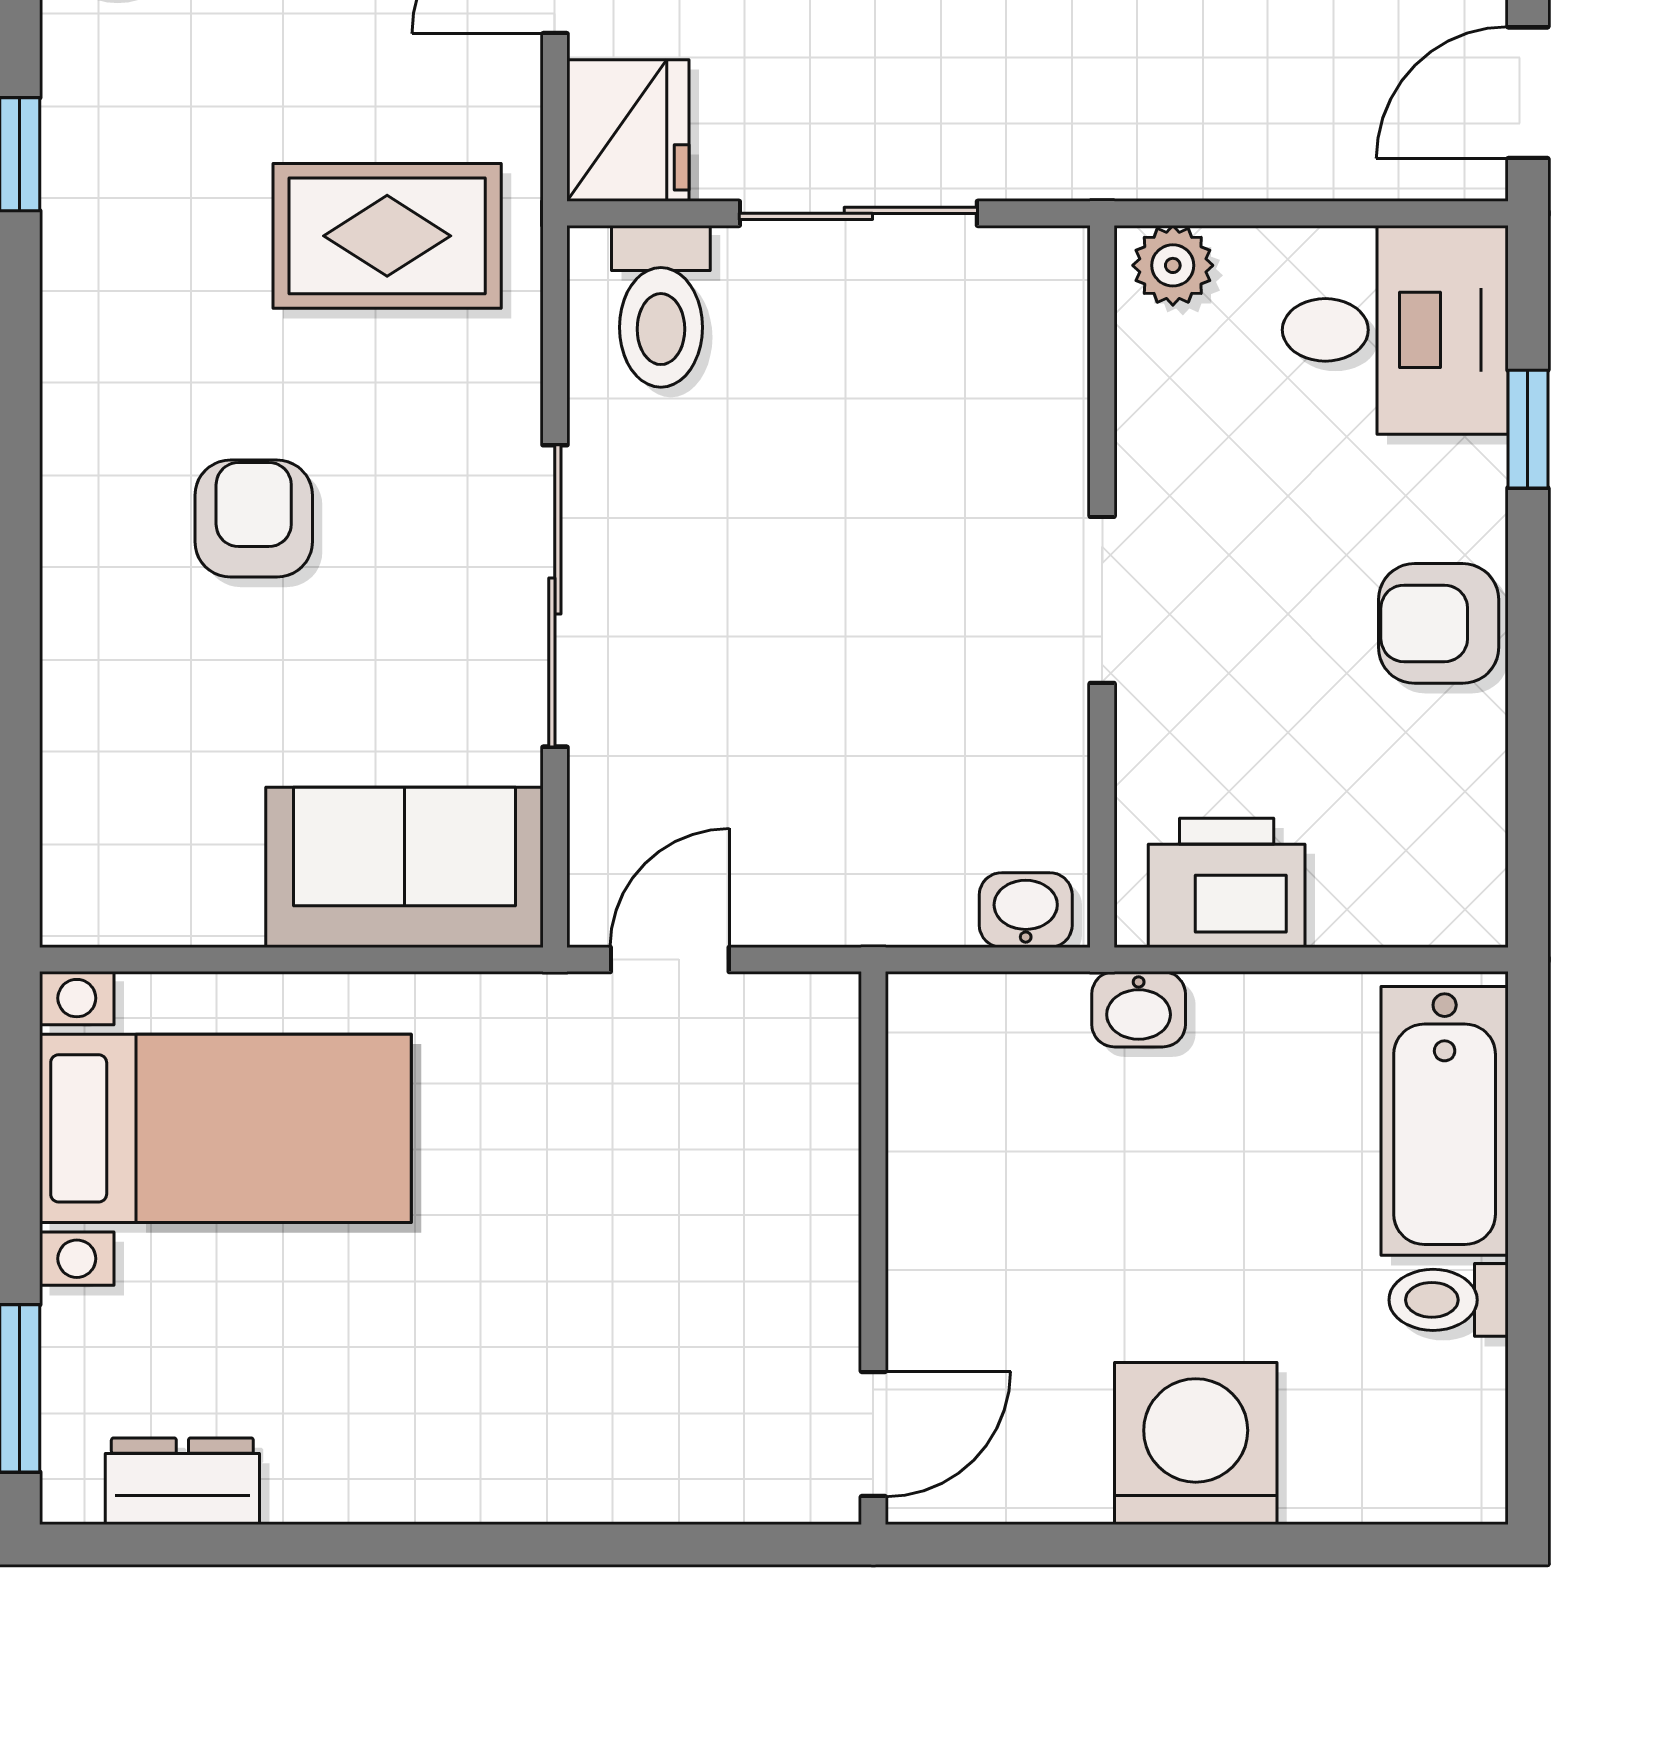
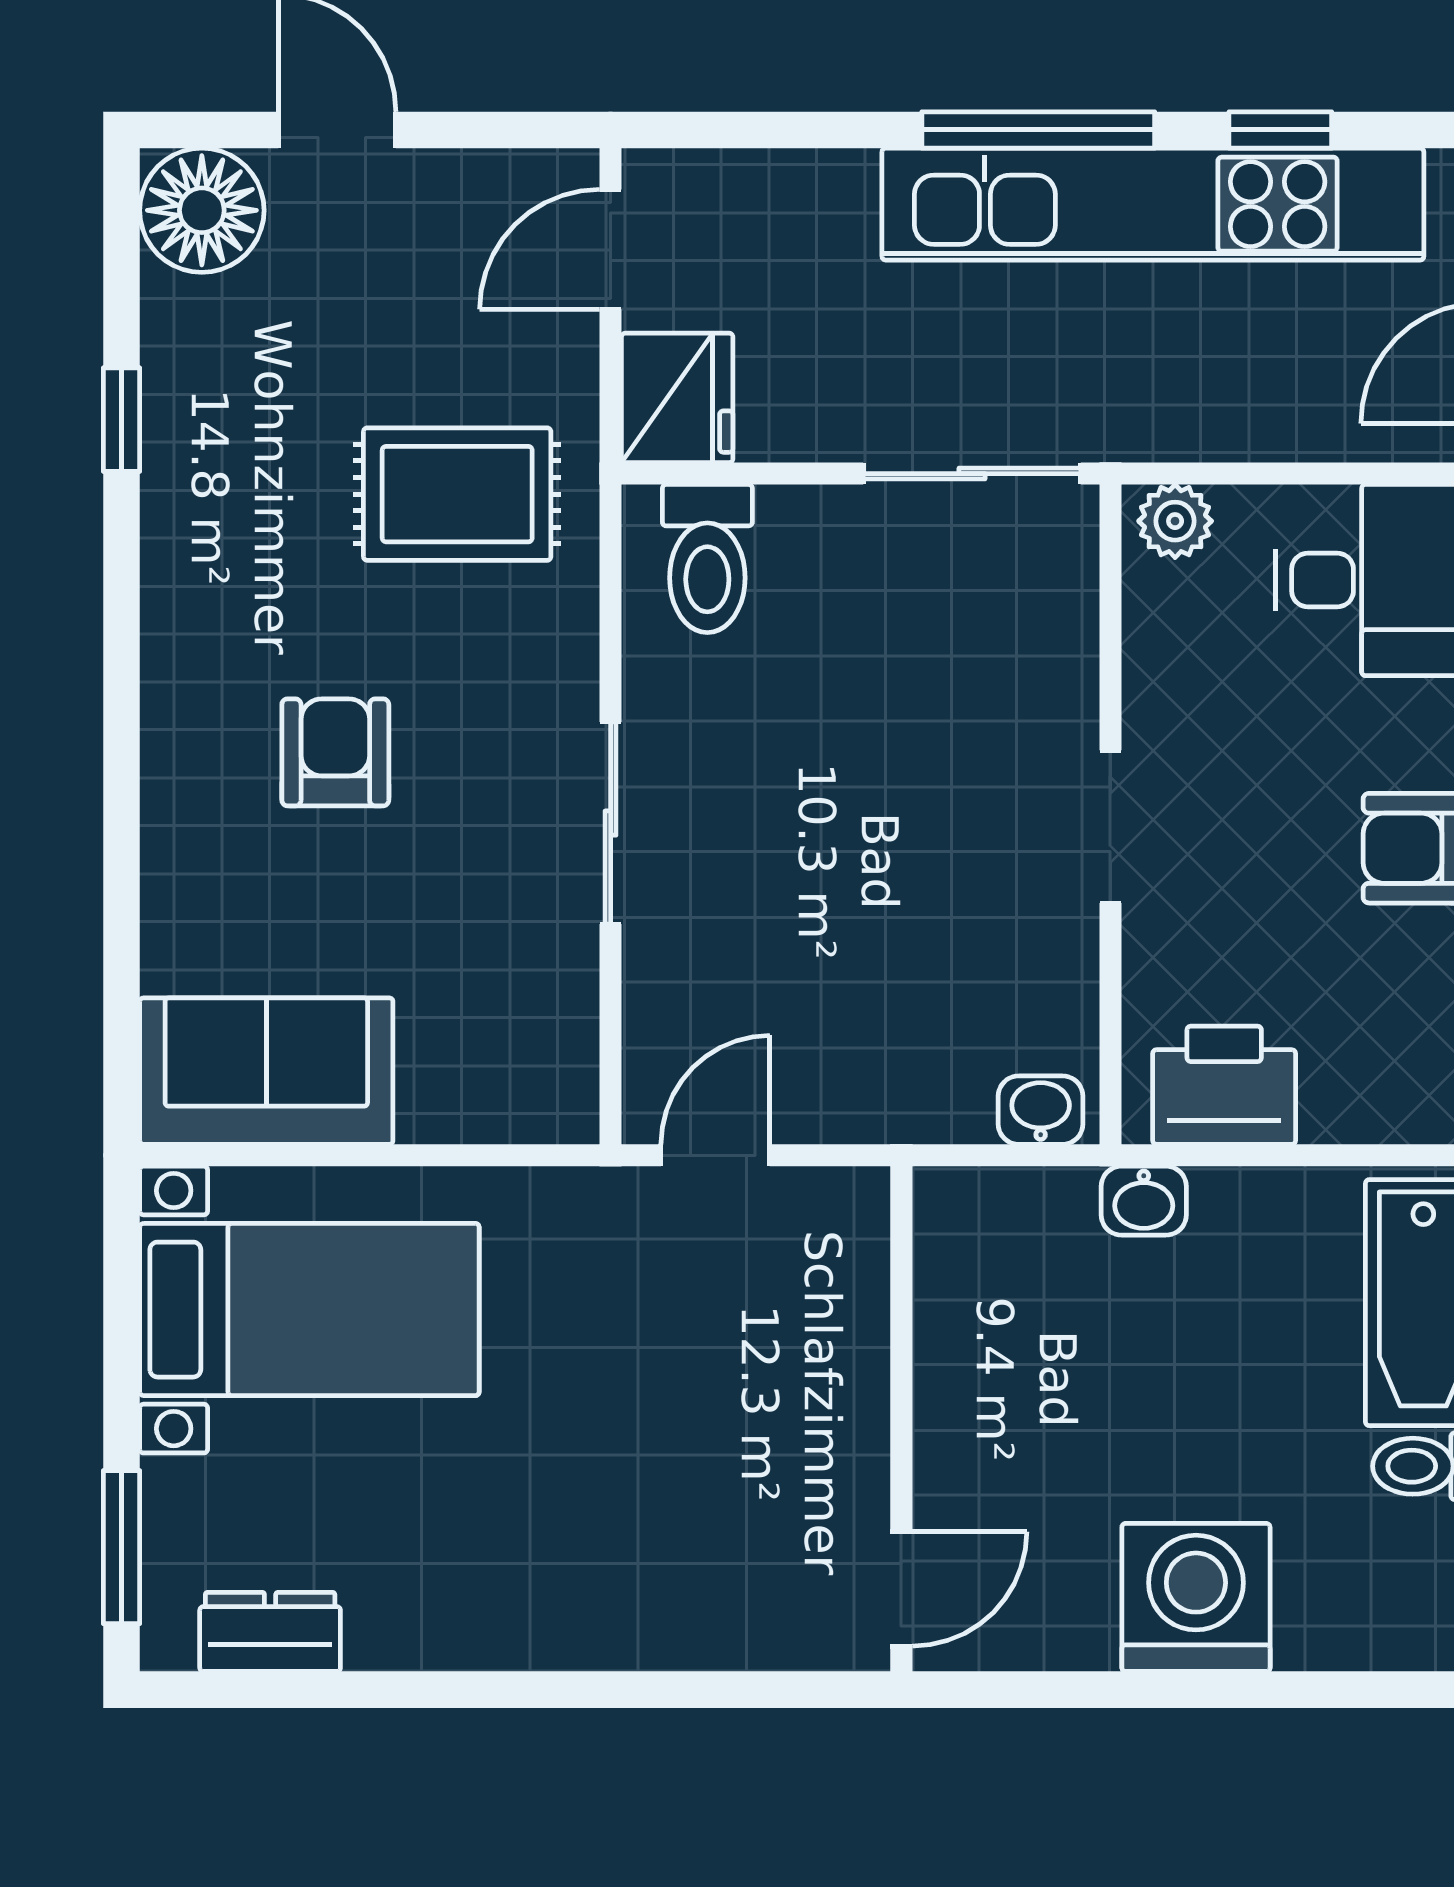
sliding door: (858, 213) -> (972, 474), moved
sliding door: (555, 596) -> (611, 823), width x0.73
sofa: (404, 867) -> (266, 1071), moved

